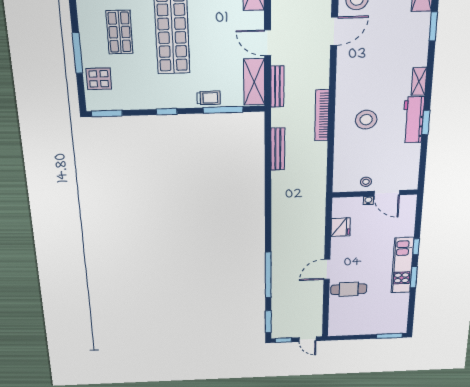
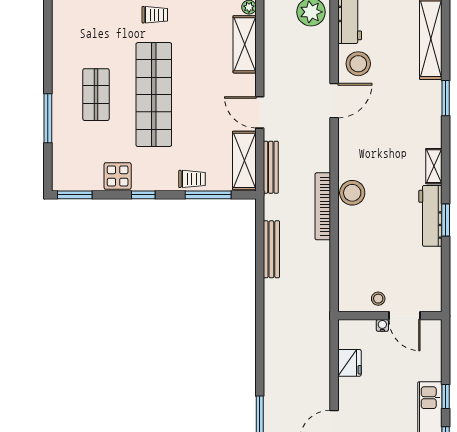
display table: (99, 79) -> (118, 176), moved
stool: (366, 120) -> (352, 193), moved

